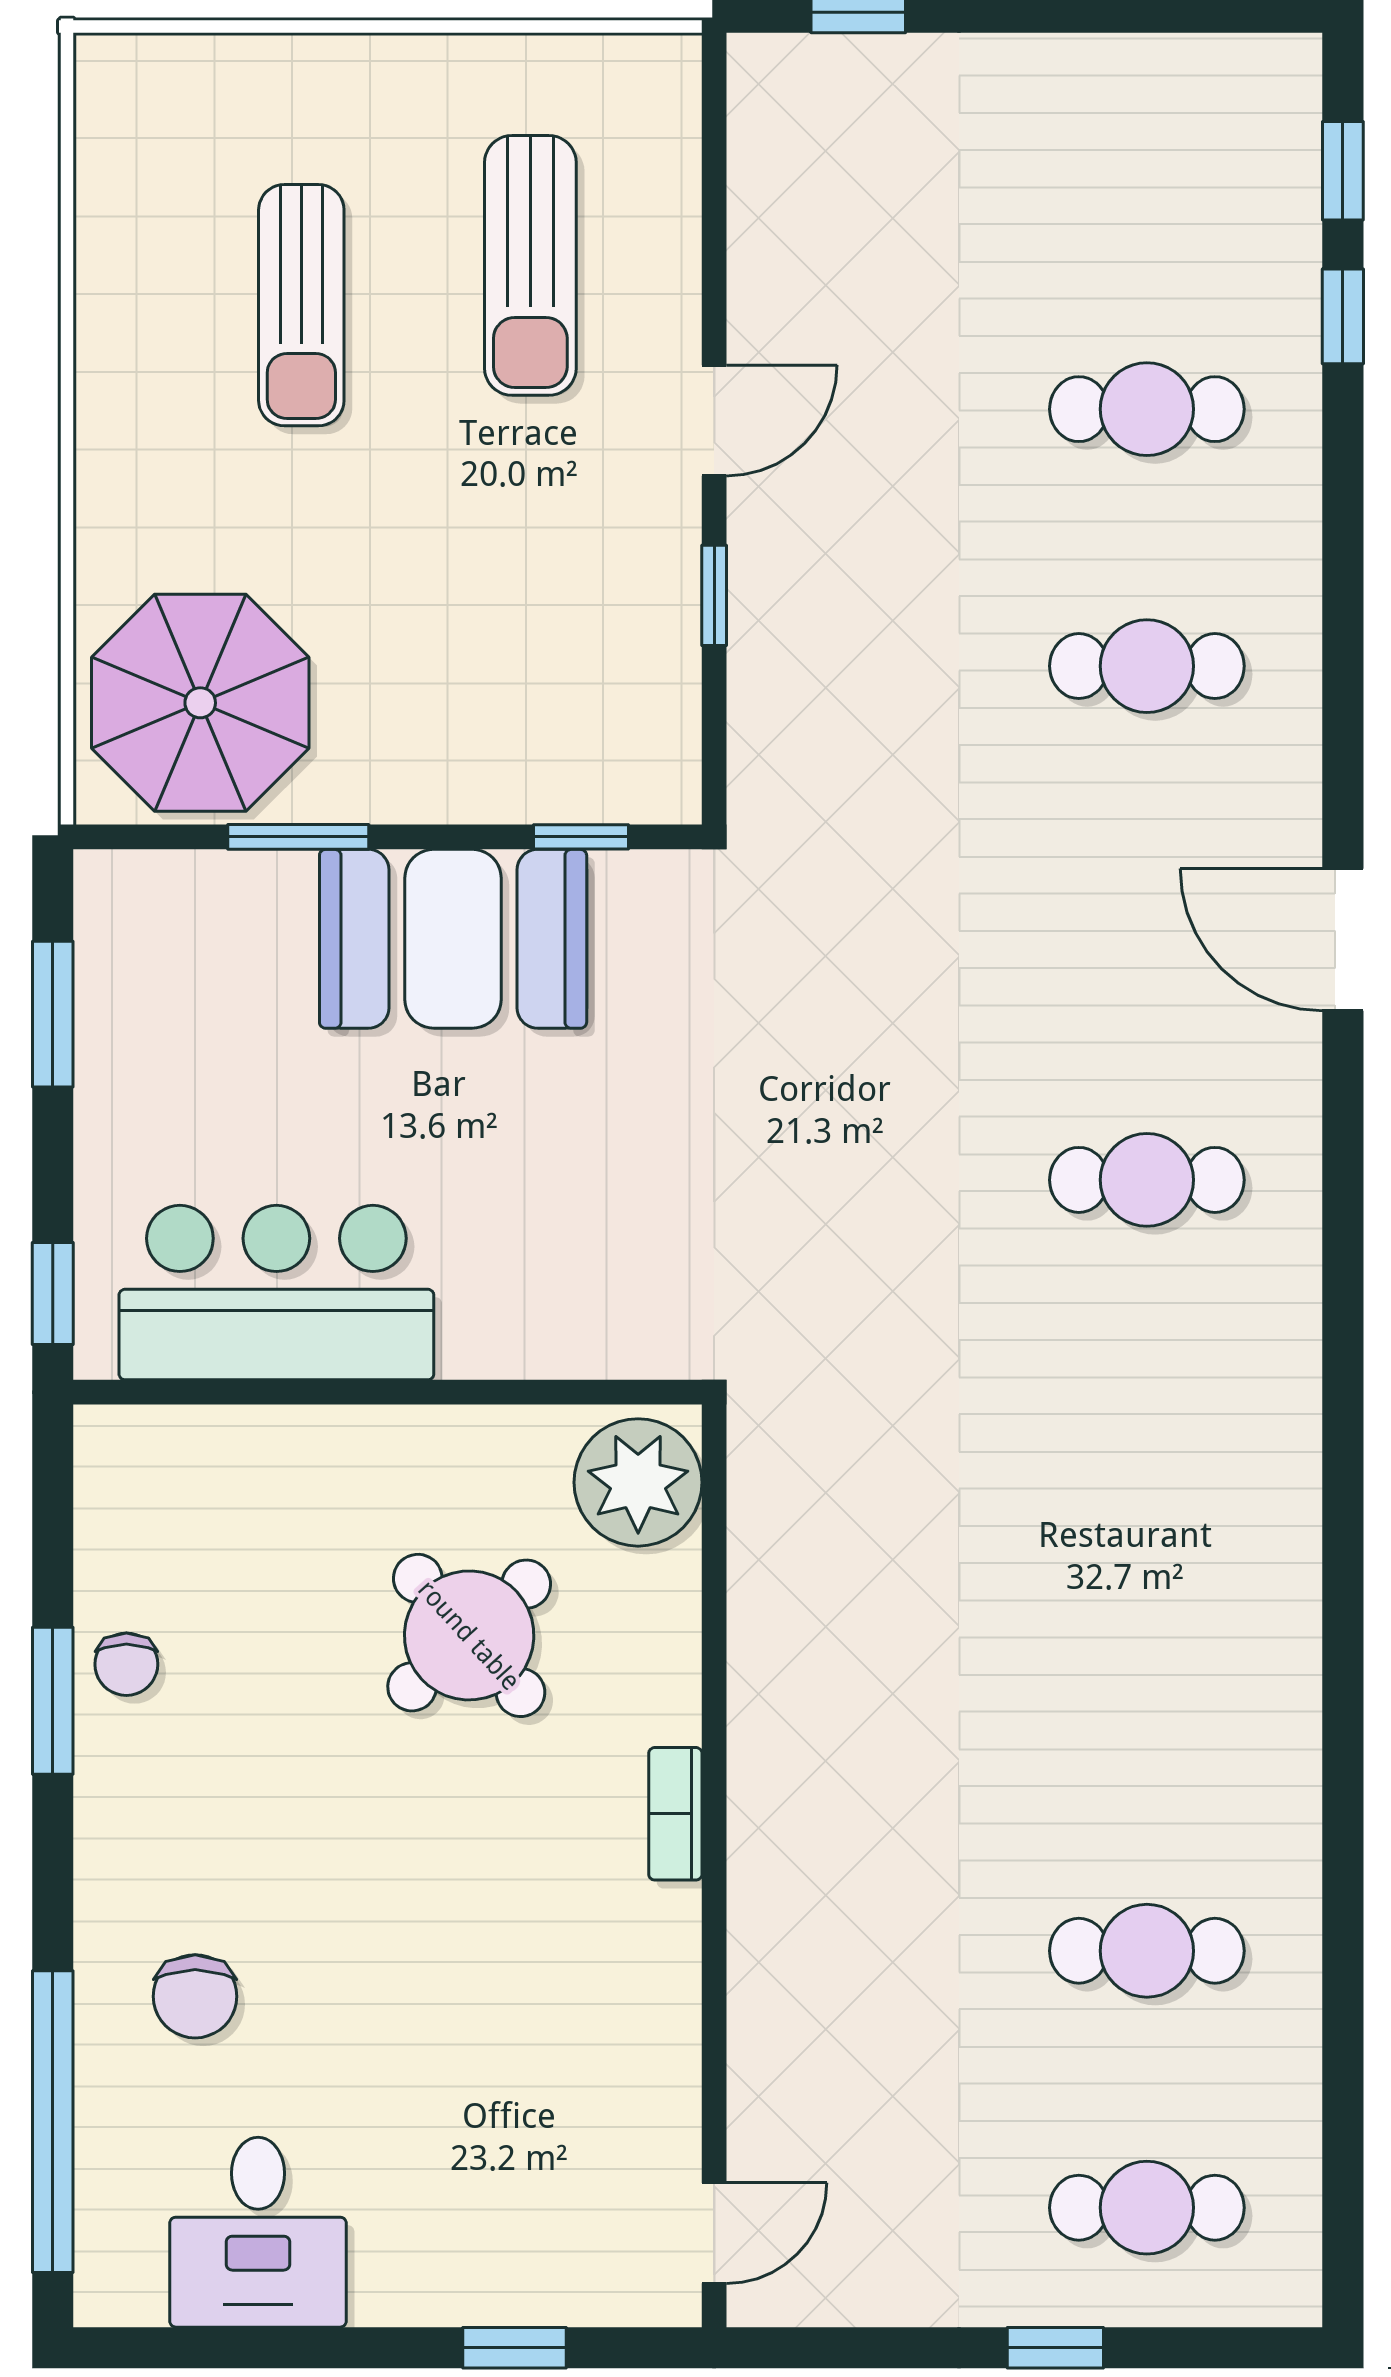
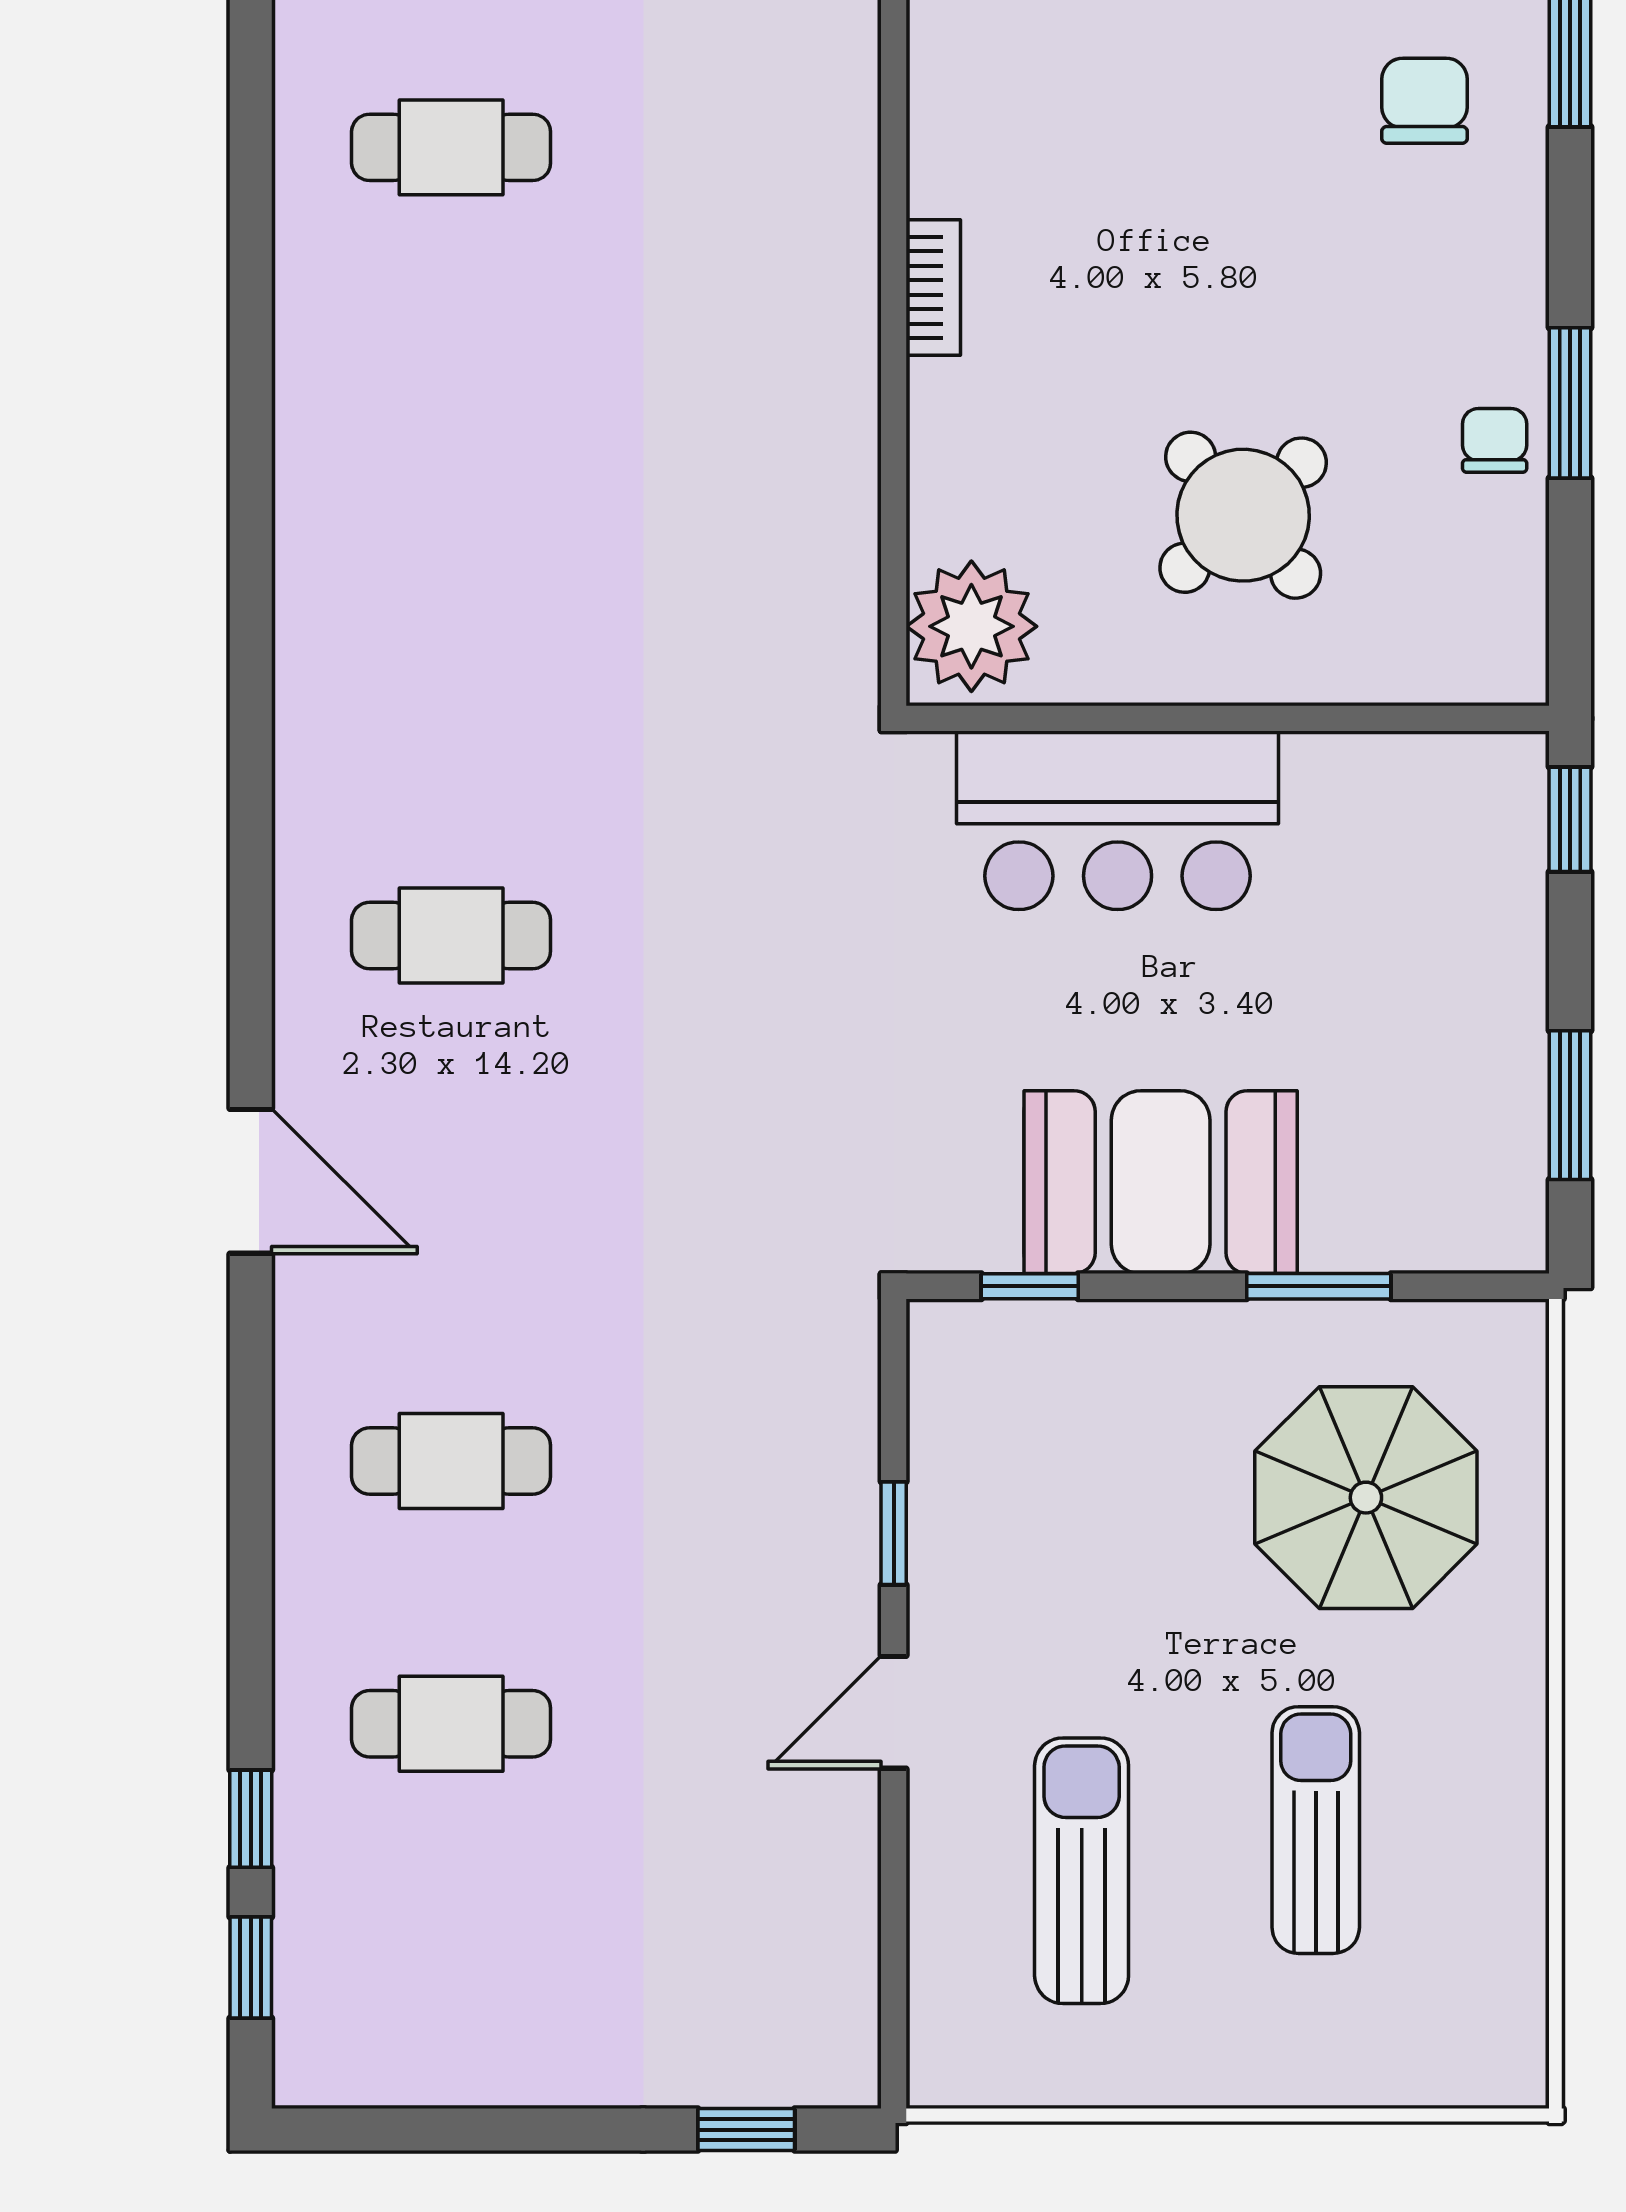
parasol: (200, 703) -> (1366, 1498), moved
bar counter: (276, 1293) -> (1118, 820), moved
round table: (469, 1635) -> (1243, 515), moved

